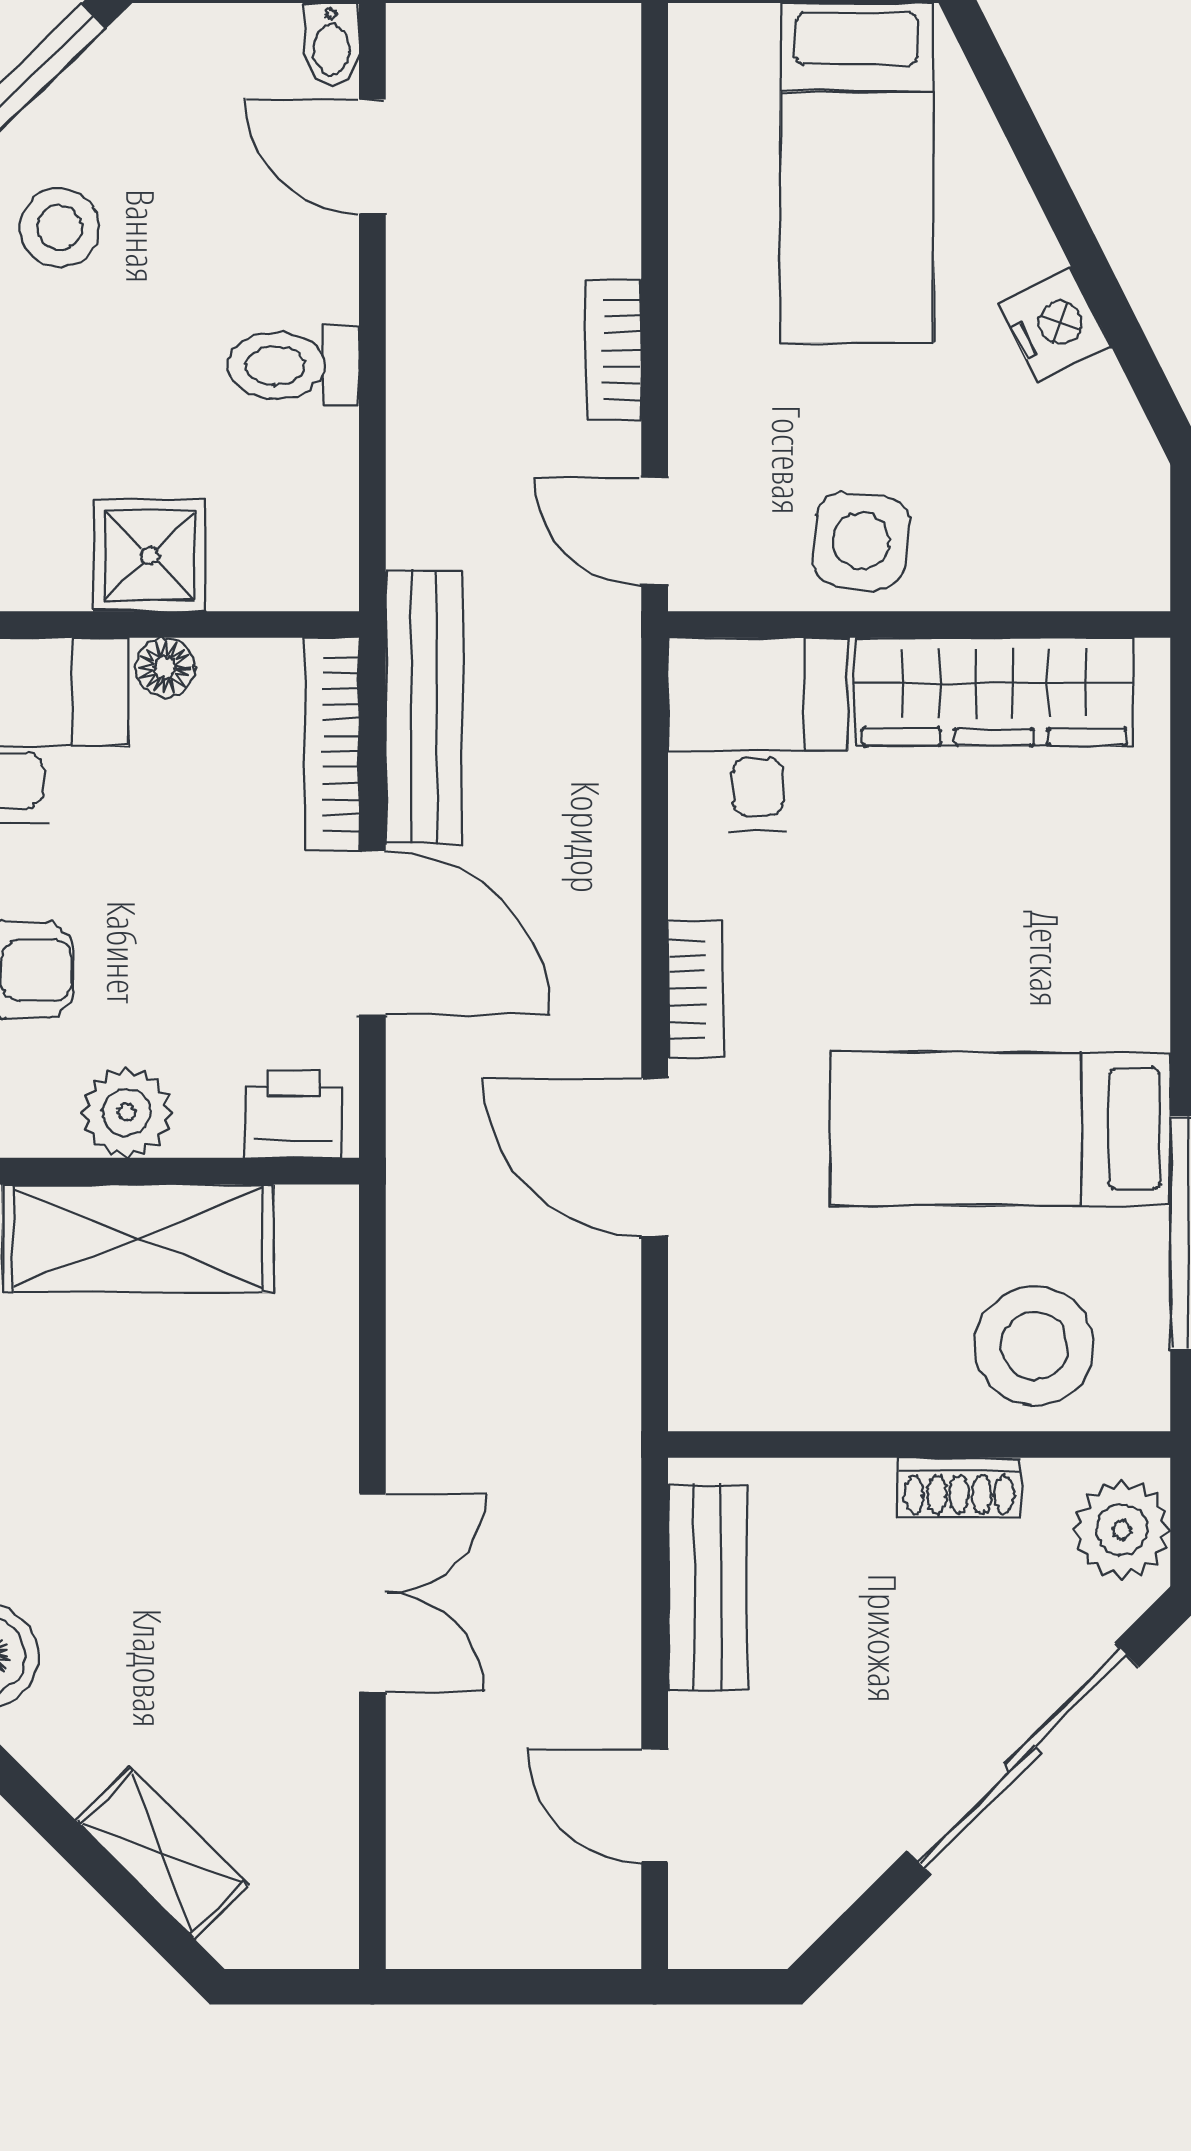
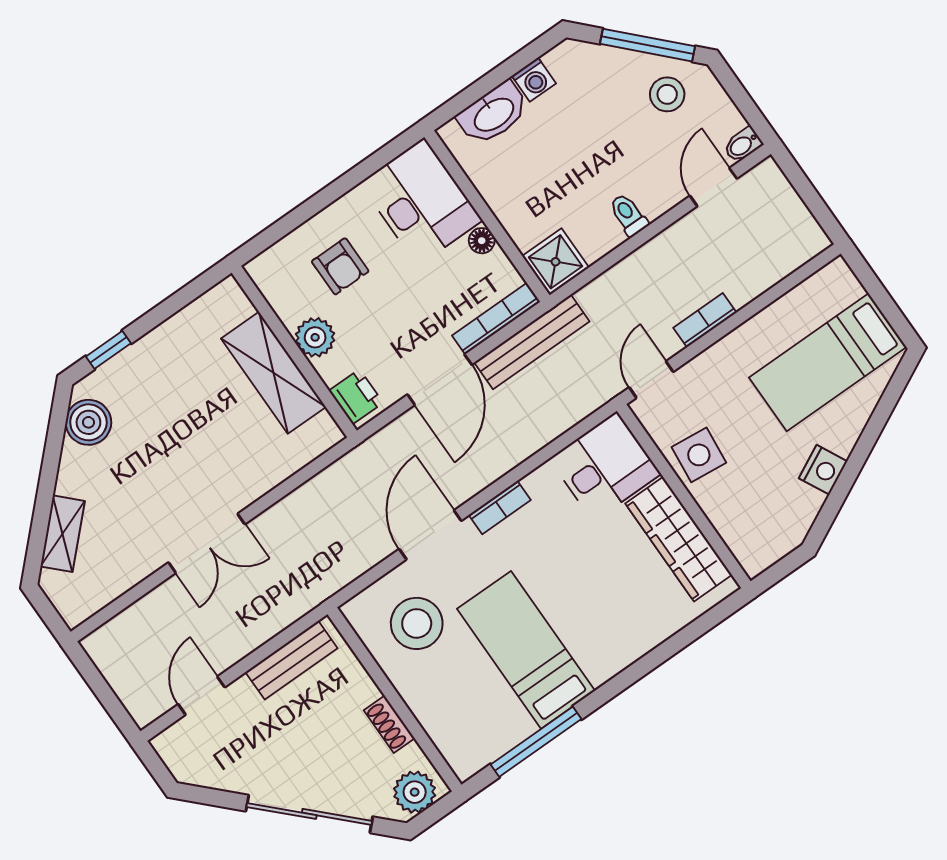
stool: (59, 227) -> (667, 94), moved
toilet: (294, 365) -> (628, 215), width x0.73, depth x0.72
shower: (150, 555) -> (555, 262), moved
stool: (1035, 1346) -> (417, 623), moved

